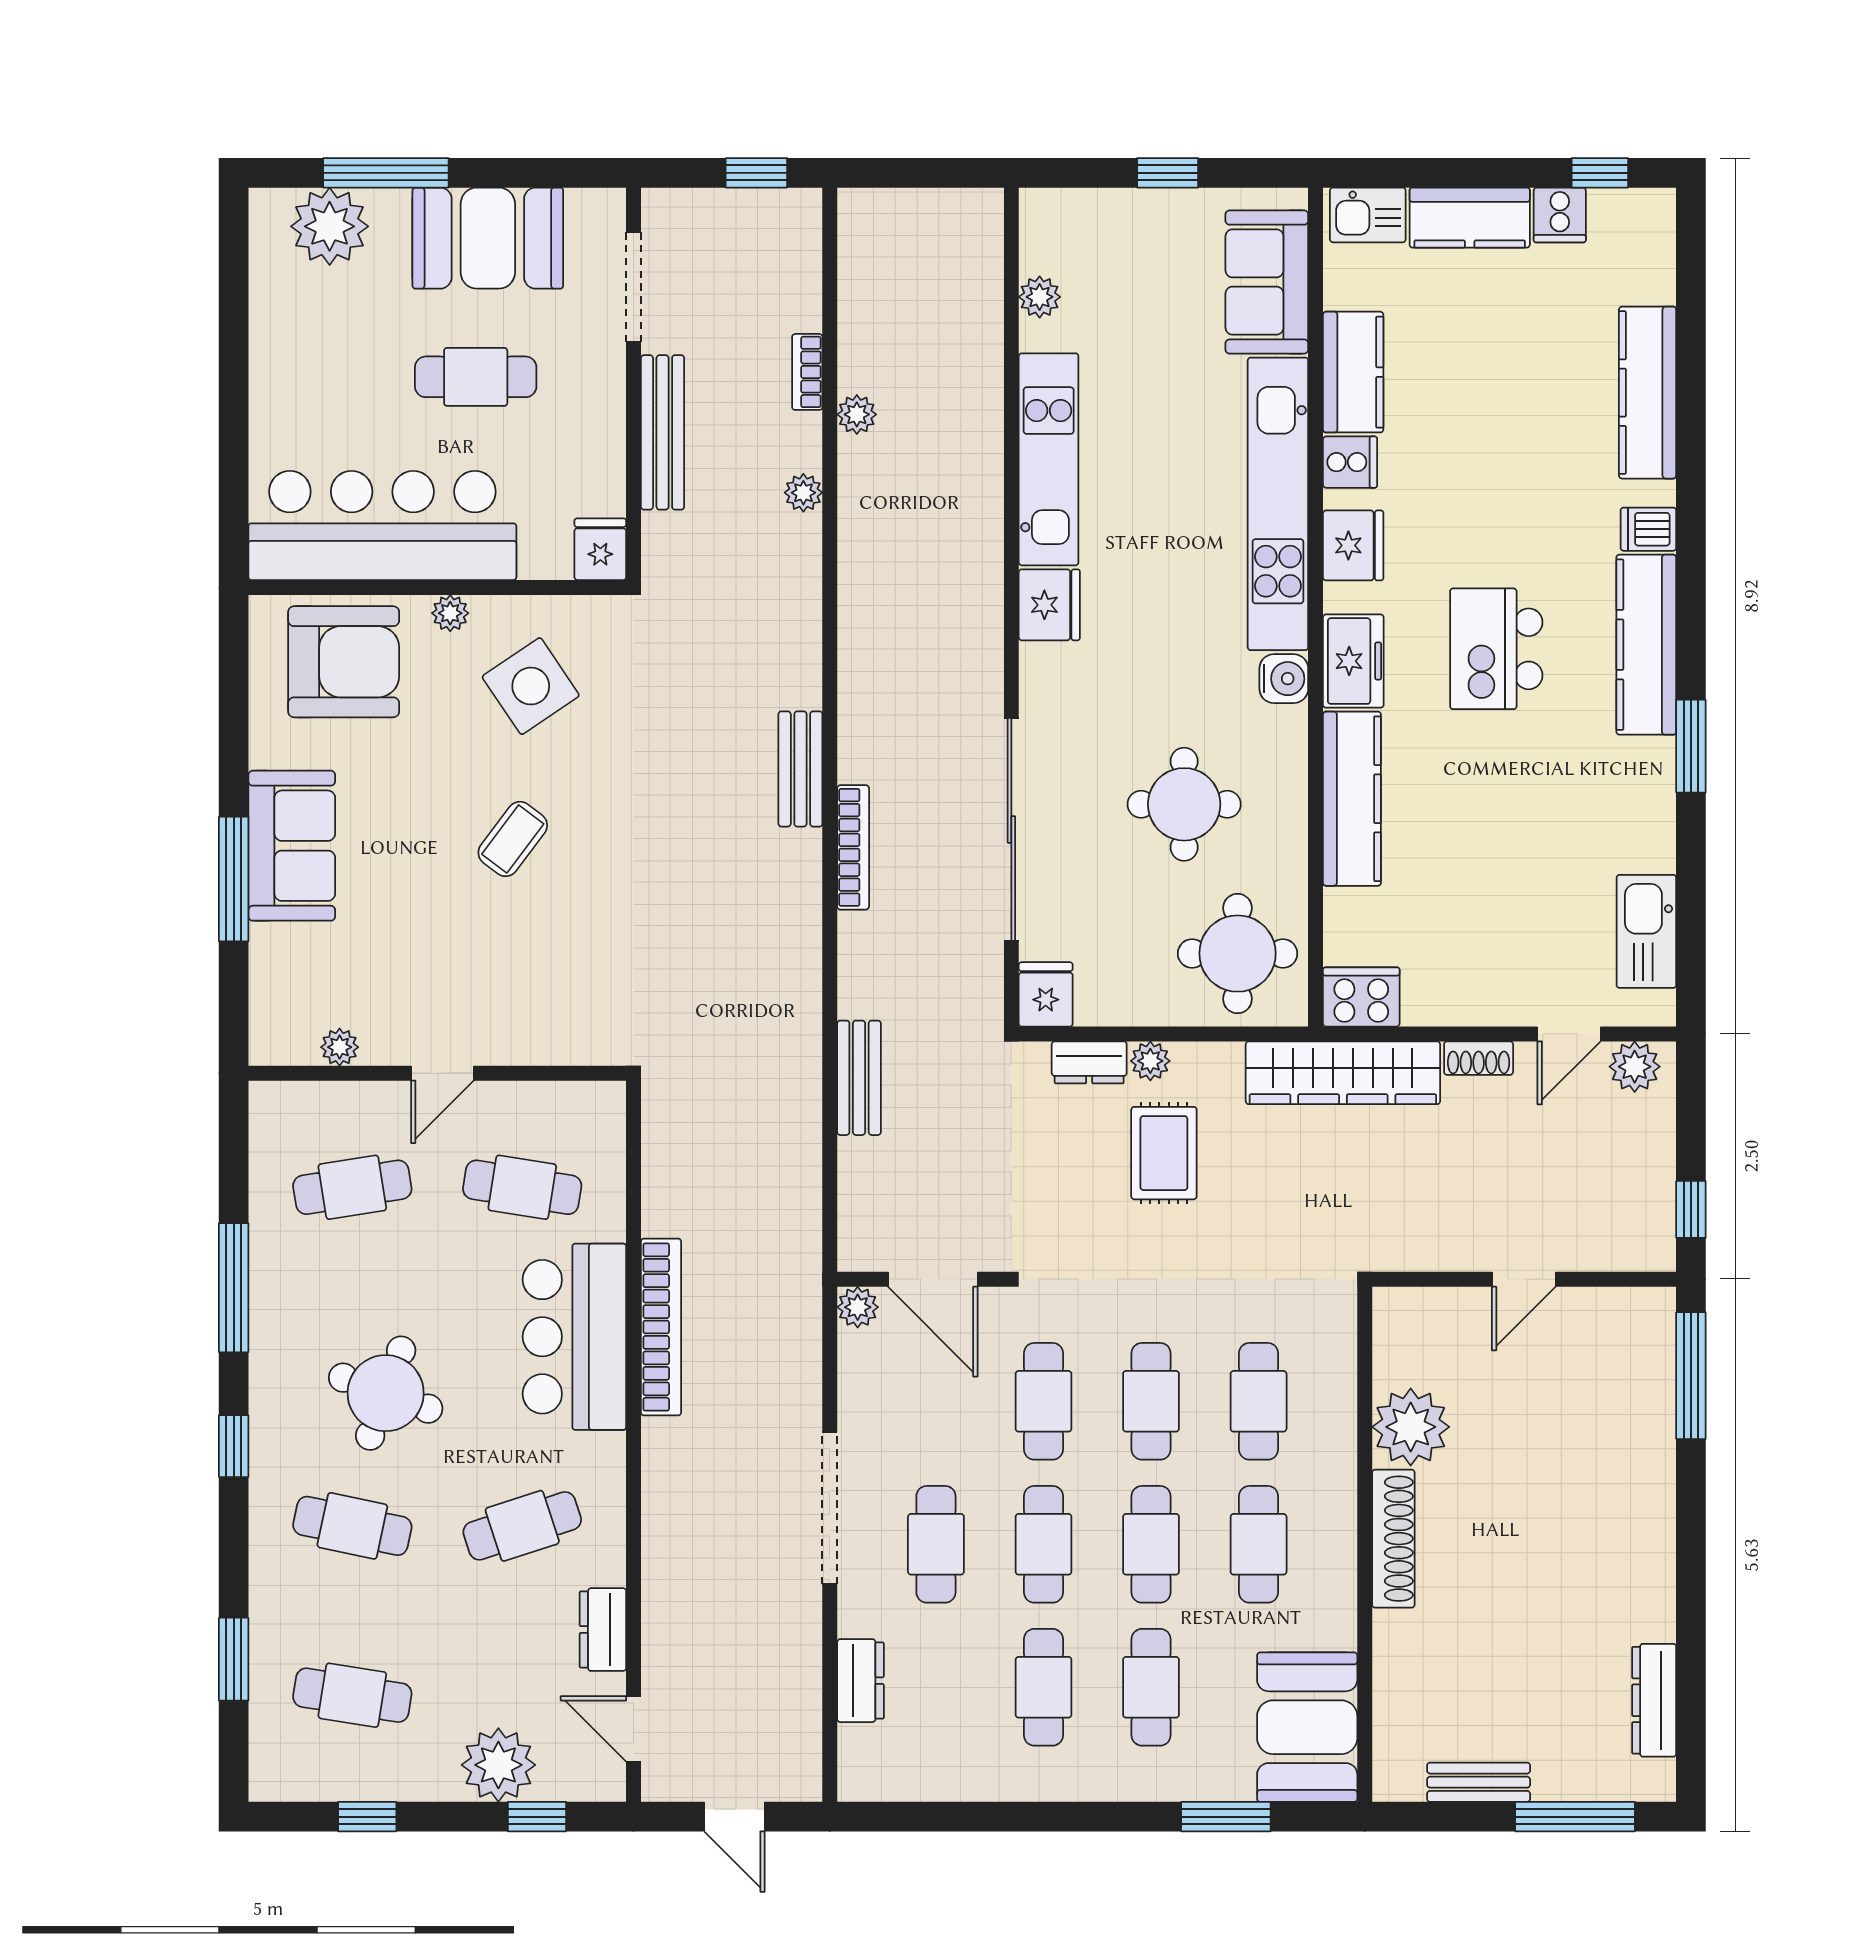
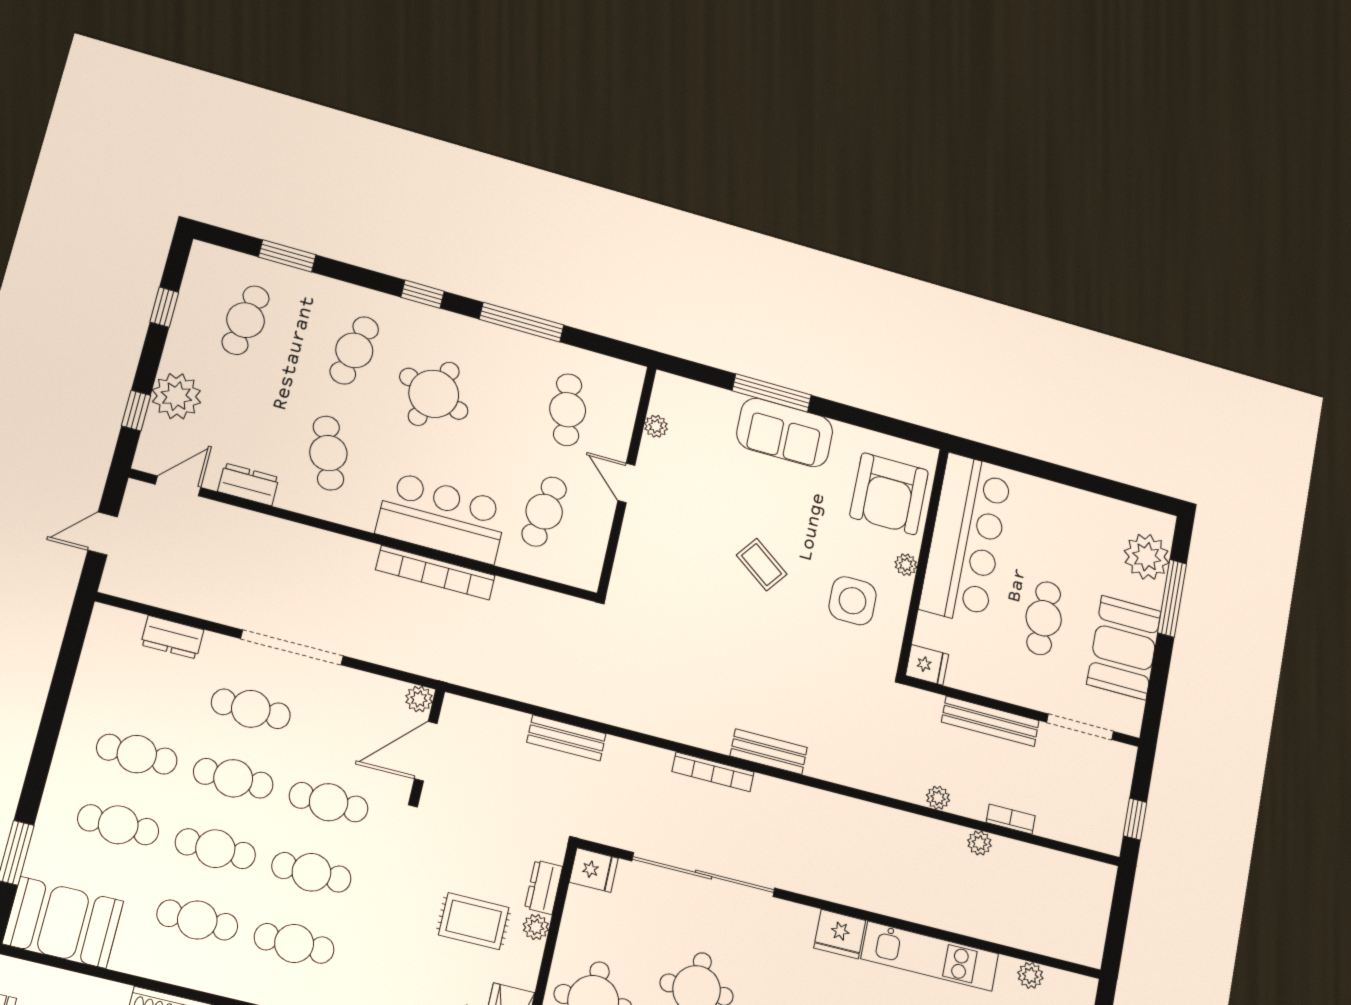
side table: (531, 686) -> (853, 601), turned 34

